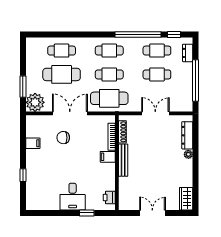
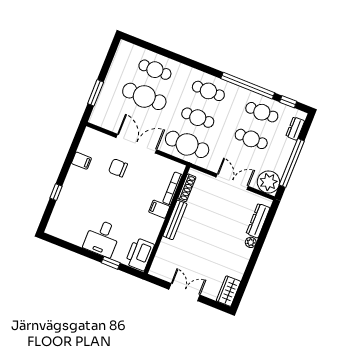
plant: (35, 102) -> (268, 182), moved
printer: (109, 197) -> (140, 254), width x1.87, depth x1.48

